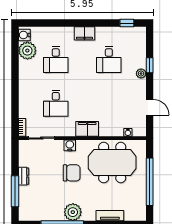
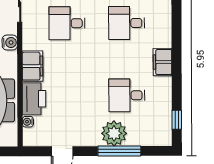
window: (150, 65) -> (119, 151), width x2.17
plant: (141, 73) -> (114, 133), width x1.87, depth x1.87
printer: (111, 128) -> (34, 99), added

